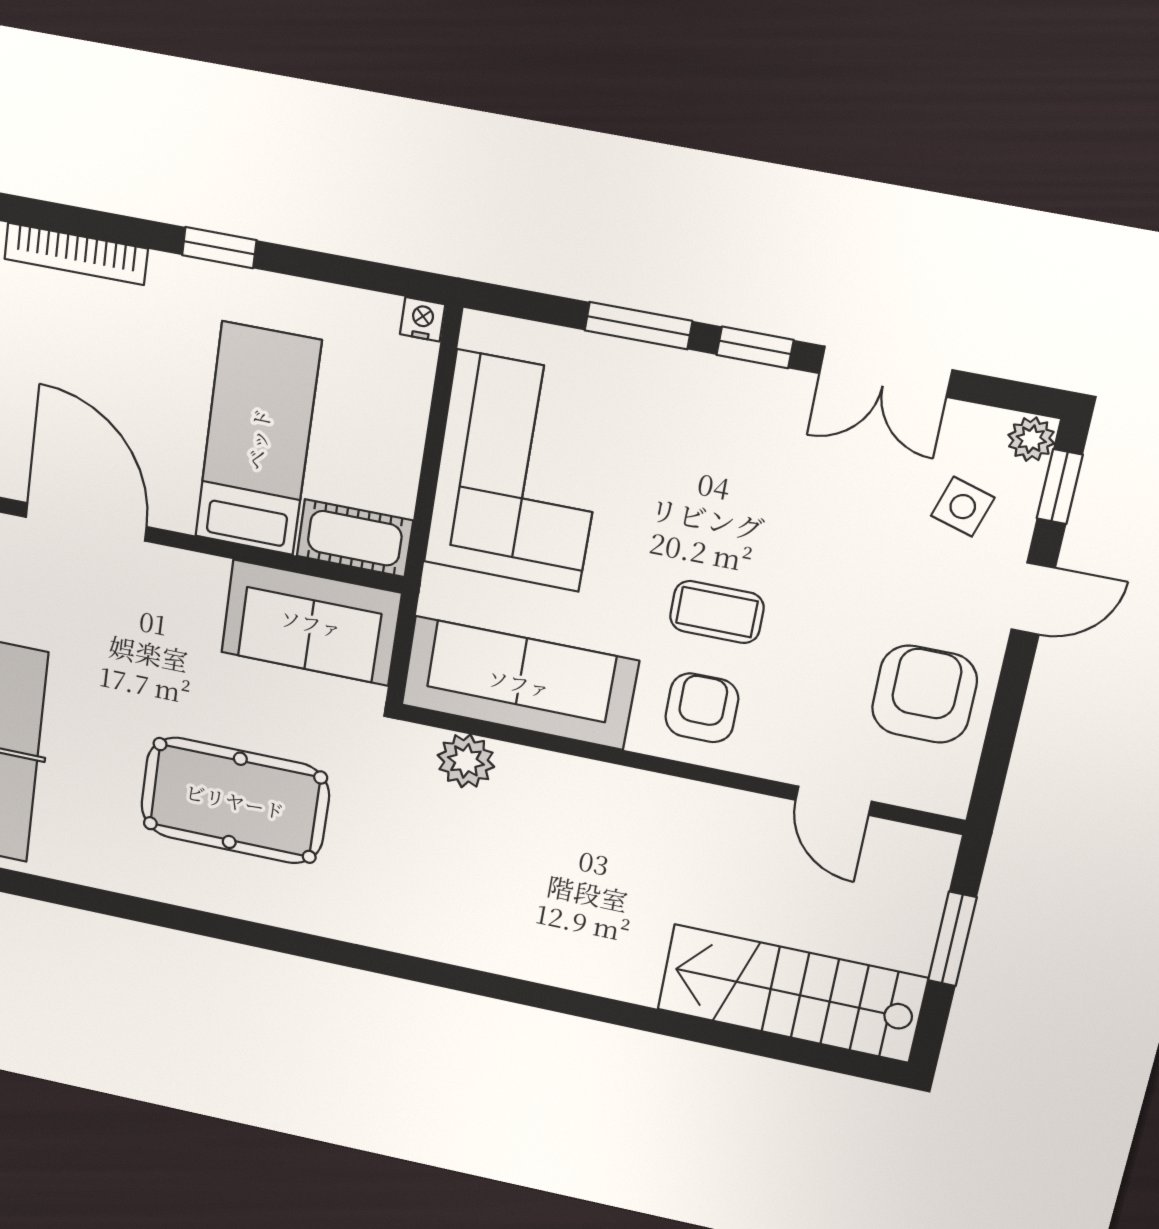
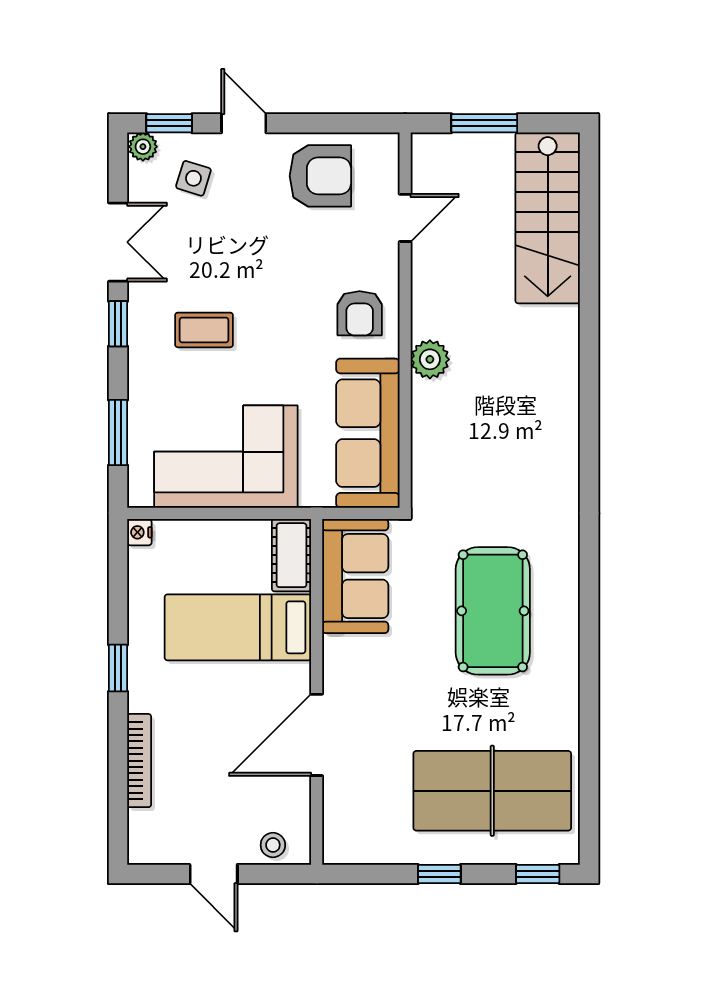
window: (638, 326) -> (118, 433), moved
coffee table: (717, 612) -> (204, 330), moved, turned 90
armchair: (924, 694) -> (320, 176), turned 180
armchair: (702, 708) -> (360, 313), turned -90
plant: (466, 761) -> (430, 359), moved

